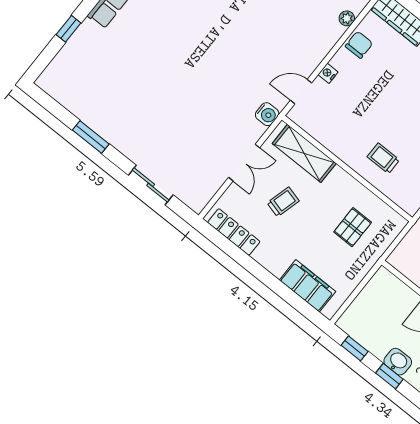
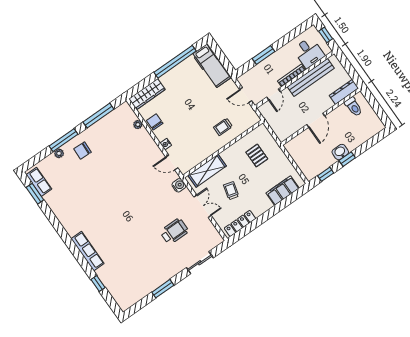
door: (301, 92) -> (172, 162), hinge flipped
wheelchair: (190, 128) -> (174, 231), added

